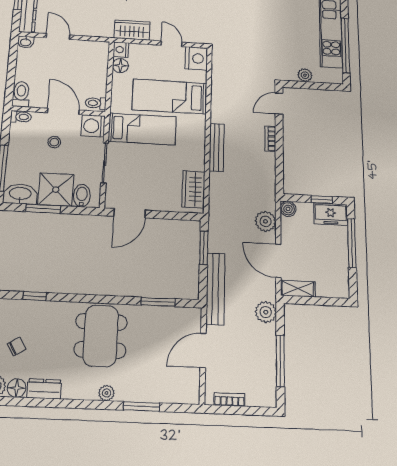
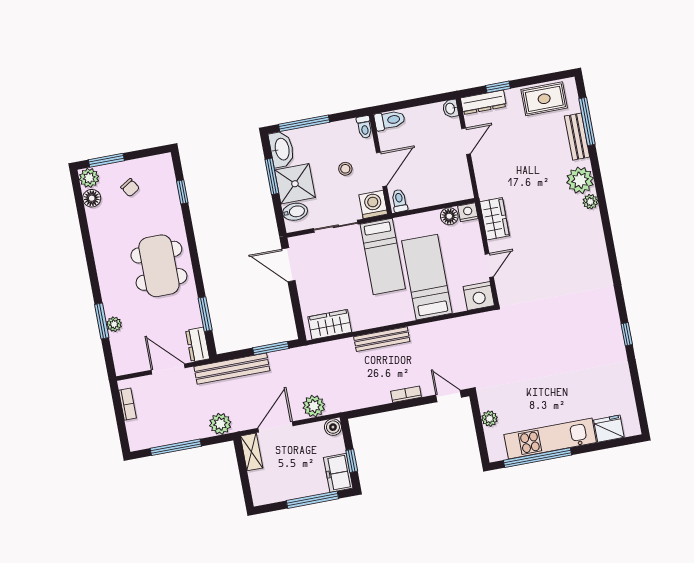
dining table: (101, 336) -> (159, 266), turned 90
dresser: (44, 389) -> (198, 344), moved, turned 180
plant: (107, 393) -> (114, 324), moved

